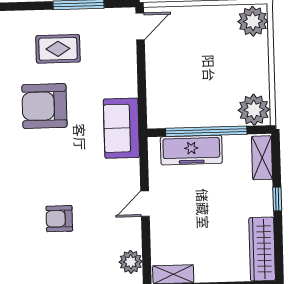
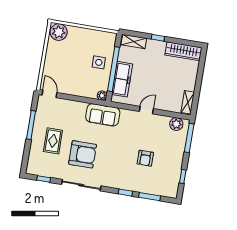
side table: (213, 103) -> (99, 62), added
armchair: (44, 106) -> (83, 154), turned -90
plant: (254, 110) -> (102, 96), moved, width x0.53, depth x0.53
door: (145, 204) -> (146, 110), swing flipped

